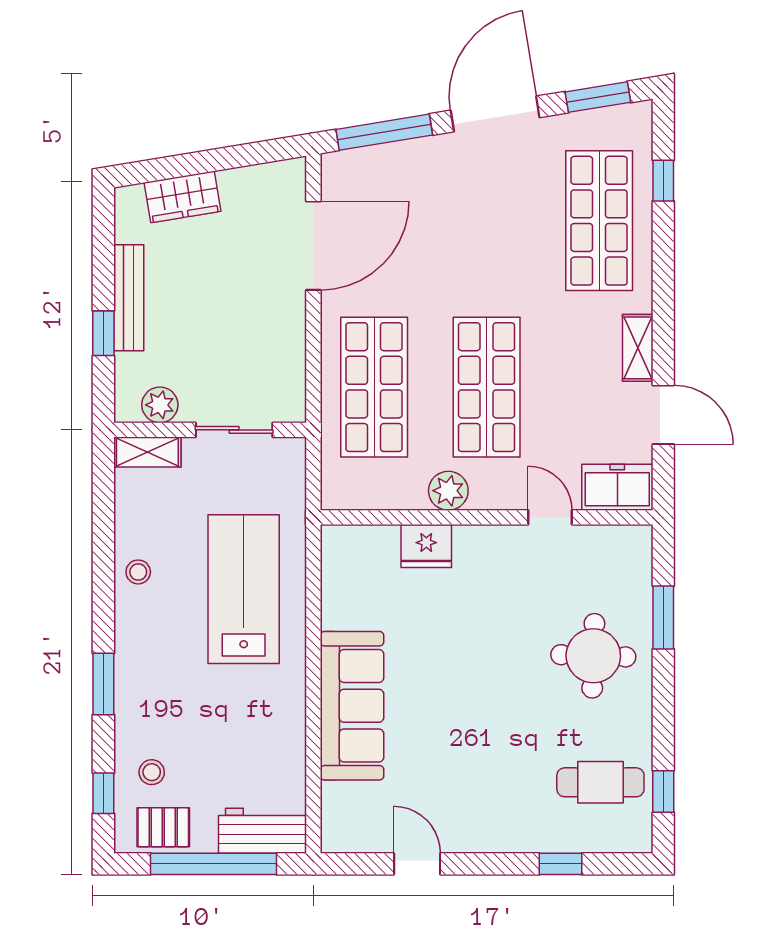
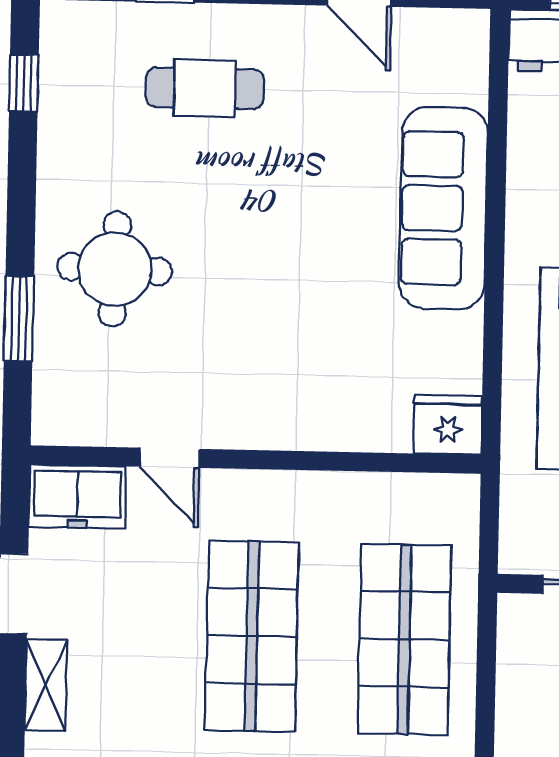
plant: (448, 491) -> (307, 497), removed
fridge: (426, 546) -> (448, 425), moved
cafe table: (600, 782) -> (205, 88), moved

